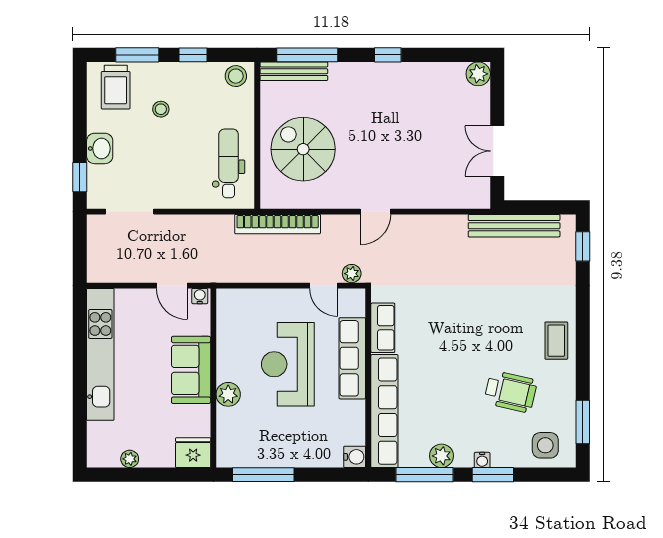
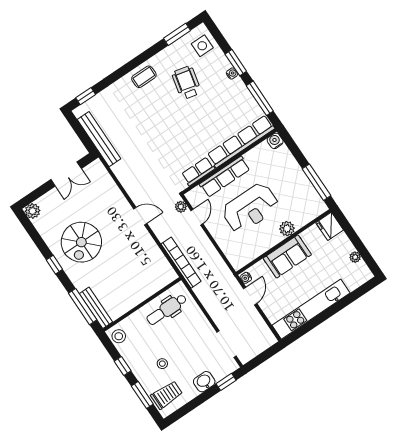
spiral stairs: (303, 149) -> (81, 242), moved
plant: (441, 456) -> (244, 96), removed

